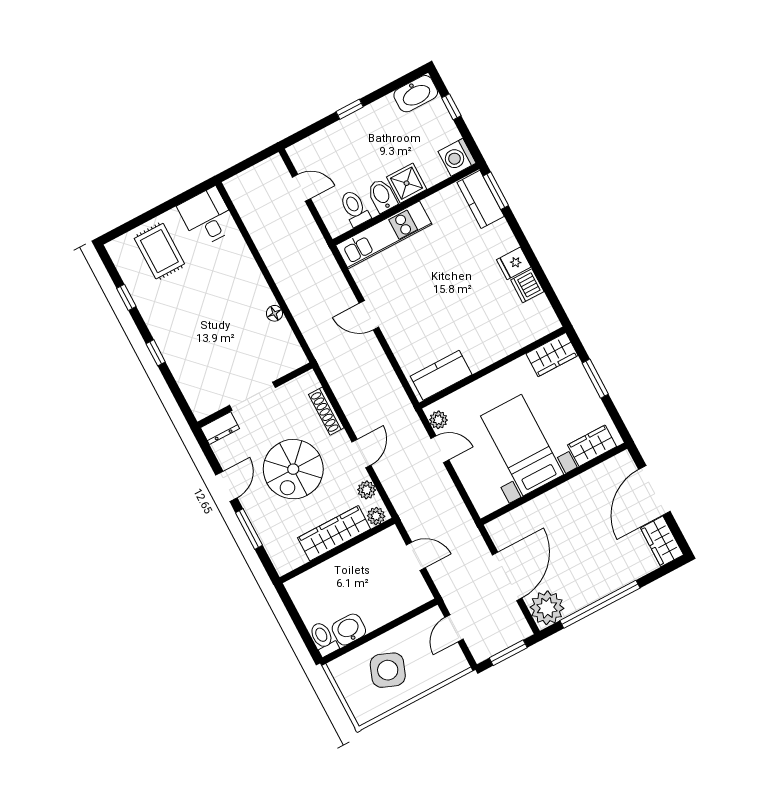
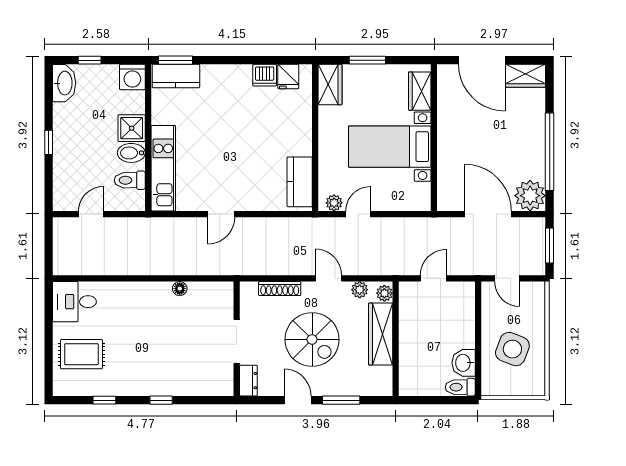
fridge: (514, 263) -> (288, 76), moved

